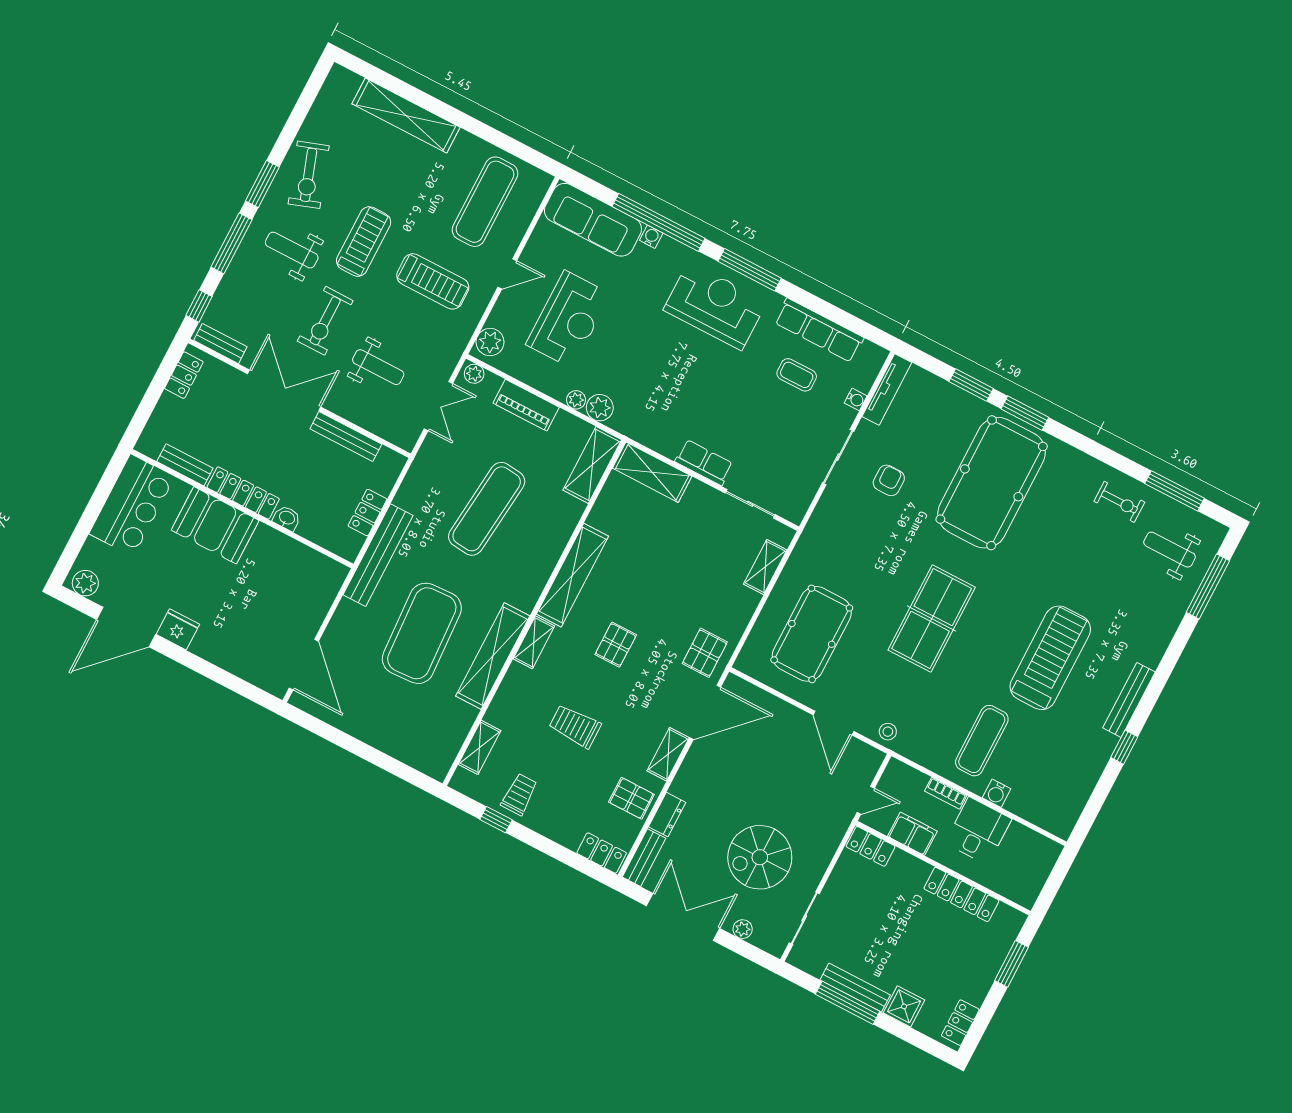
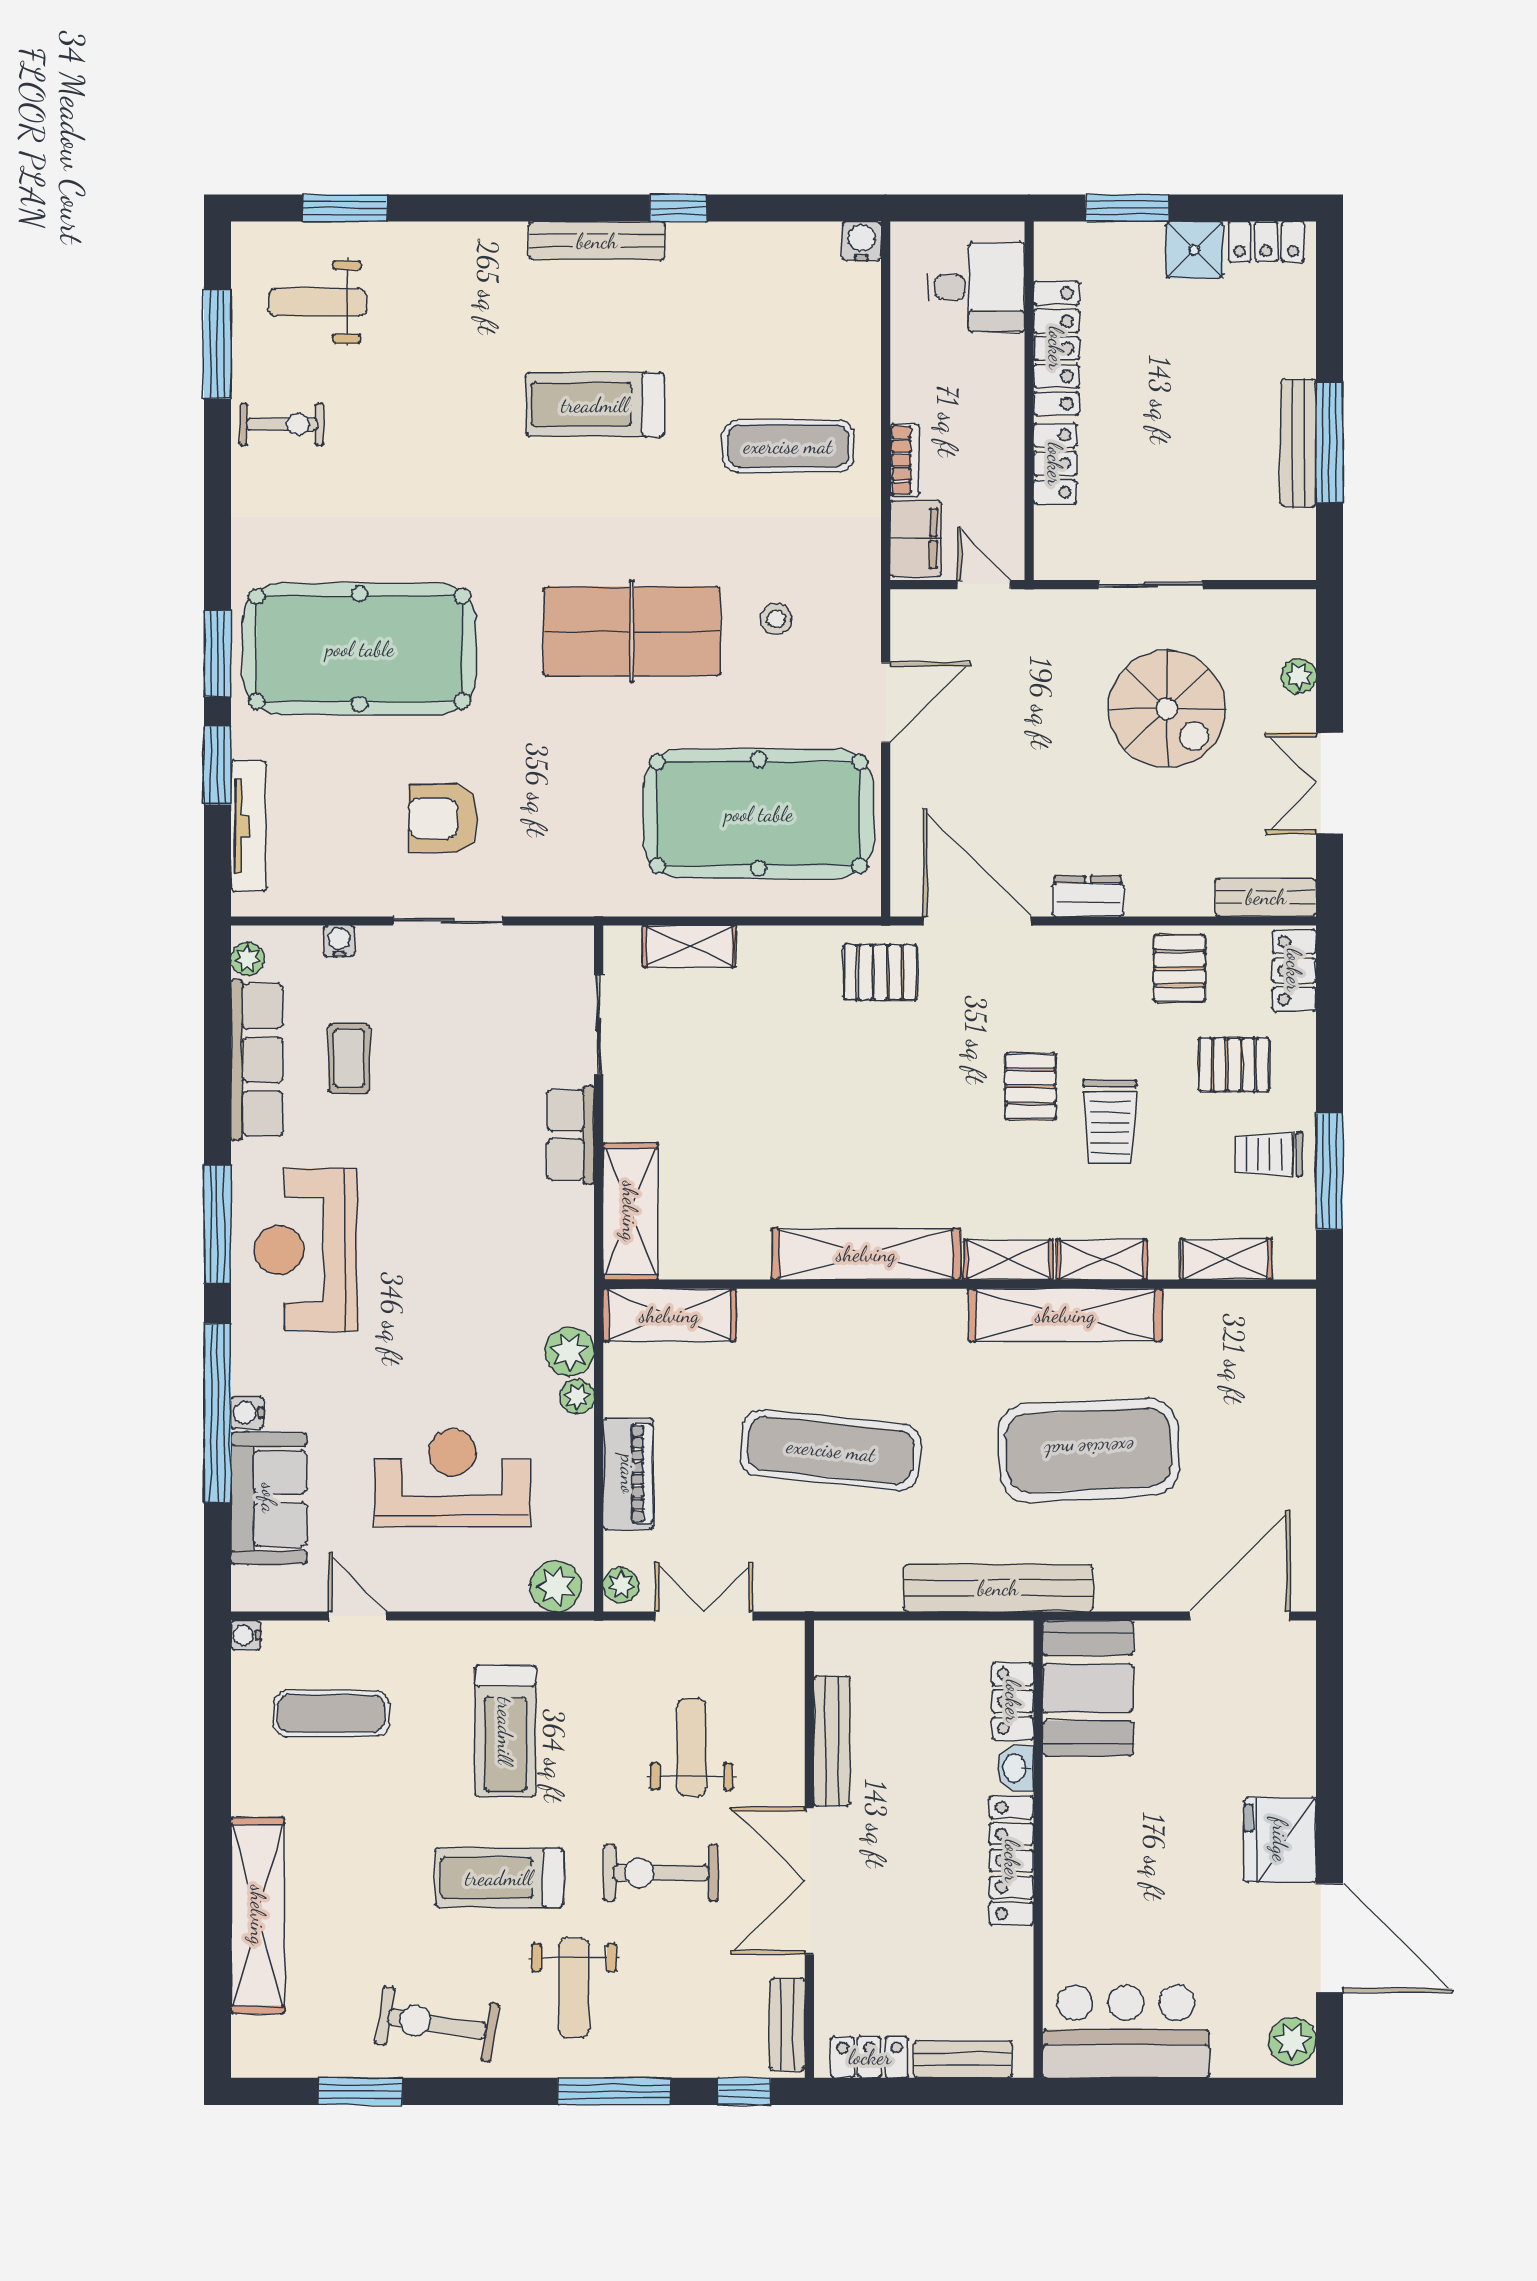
exercise bike: (309, 175) -> (437, 2024), turned -152
water cooler: (544, 180) -> (246, 1635), added
window: (262, 184) -> (360, 2091), moved
exercise mat: (485, 202) -> (331, 1713), width x0.73, depth x0.69
sofa: (593, 220) -> (269, 1498), width x0.73
door: (507, 274) -> (358, 1616), moved
treadmill: (433, 281) -> (505, 1731), turned 180
exercise bike: (325, 321) -> (661, 1873), turned 180
plant: (870, 351) -> (248, 959), added
tv unit: (887, 389) -> (249, 826), moved, turned 90
bench: (185, 465) -> (963, 2059), moved, turned 90
armchair: (889, 480) -> (443, 818), width x1.38, depth x1.38
exercise bike: (1119, 502) -> (282, 424), turned 90
locker: (367, 513) -> (1013, 1701), moved, turned 90
booth: (215, 525) -> (1088, 1688), moved
weight bench: (1170, 550) -> (317, 302), turned 90
window: (1208, 586) -> (345, 208), width x0.69
fridge: (178, 629) -> (1280, 1840), width x1.36, depth x1.34
pool table: (812, 634) -> (759, 814), width x1.36, depth x1.32
pallet: (616, 645) -> (1030, 1086), moved, turned 90
treadmill: (1050, 658) -> (595, 405), width x0.73, depth x0.73
stool: (888, 732) -> (776, 619), moved
shelving: (668, 754) -> (1102, 1259), moved
water cooler: (997, 793) -> (861, 241), moved, turned -90
pallet: (571, 800) -> (1234, 1065), added
dresser: (667, 815) -> (1088, 896), moved
window: (496, 820) -> (1330, 1171), width x2.17
desk: (978, 831) -> (976, 287), moved, turned 180
filing cabinet: (912, 834) -> (916, 539), moved, turned 180
locker: (871, 846) -> (1055, 464), moved
double door: (683, 917) -> (1330, 783), width x0.73
sliding door: (804, 918) -> (1150, 585), moved
shower: (904, 1006) -> (1194, 250), moved

